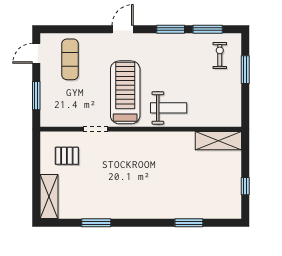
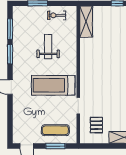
exercise bike: (220, 55) -> (57, 15), moved
exercise mat: (70, 59) -> (55, 130), moved
weight bench: (169, 108) -> (48, 46), moved

